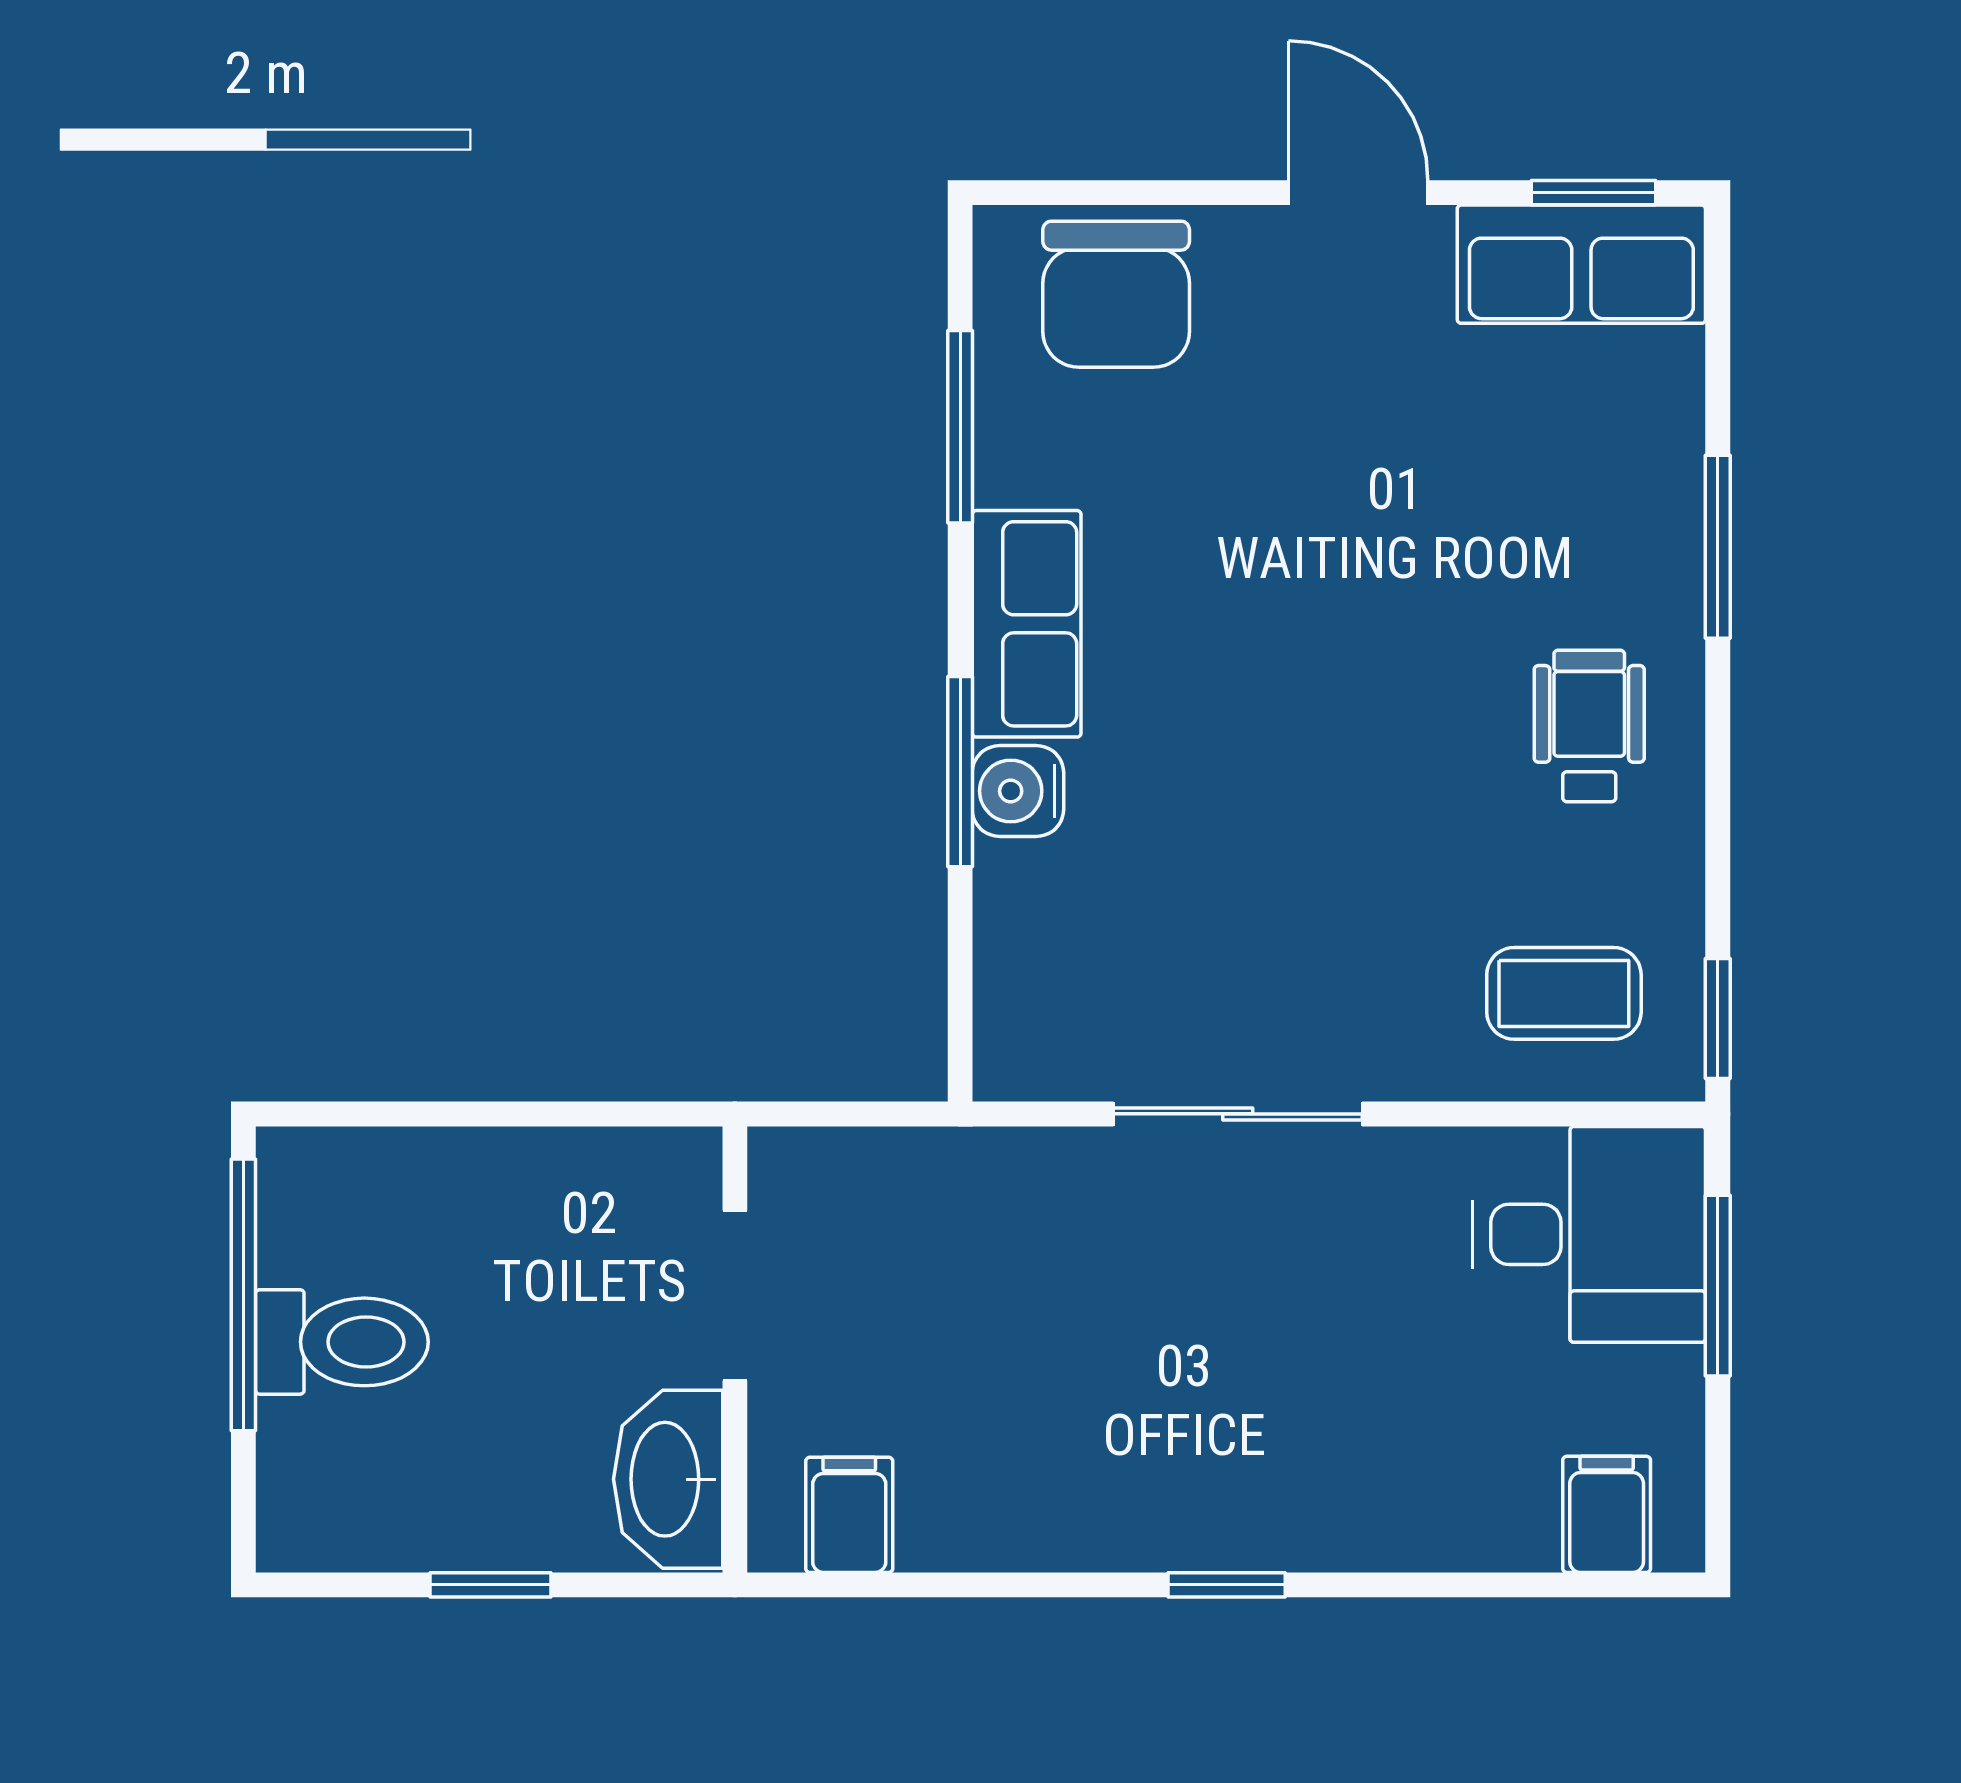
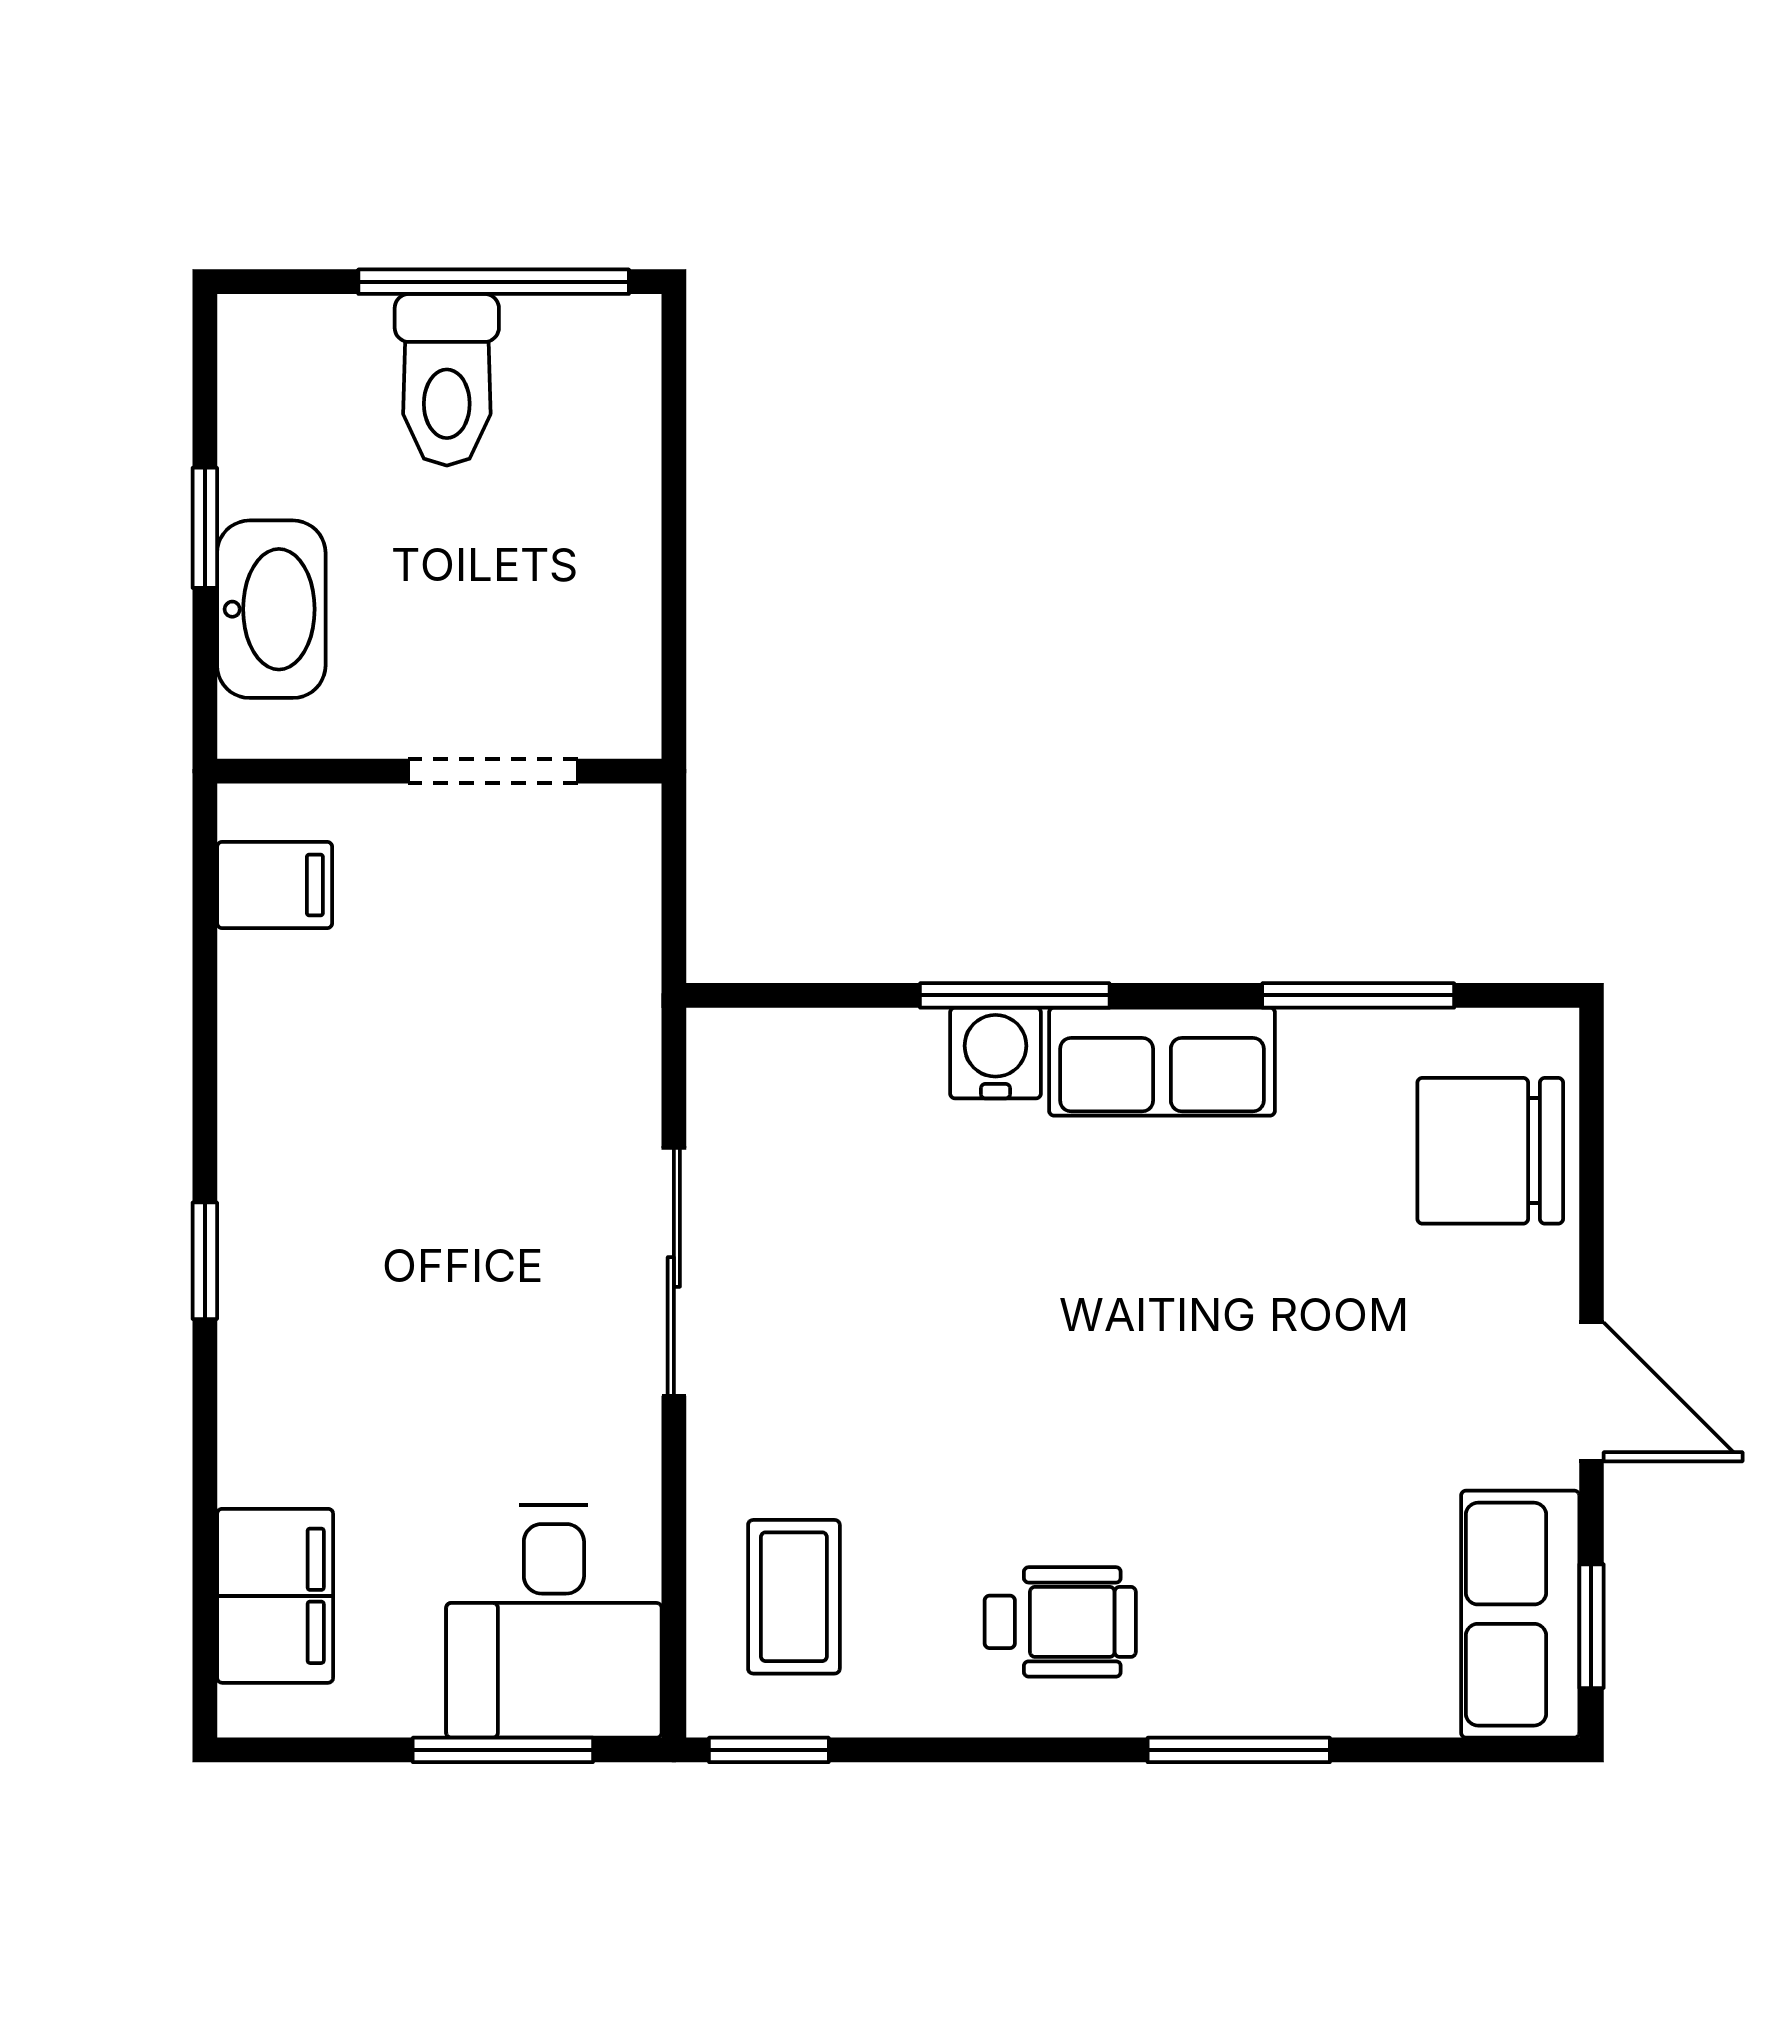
door: (1358, 193) -> (1591, 1392), hinge flipped
washbasin: (668, 1479) -> (271, 609), moved, turned 90
filing cabinet: (1607, 1514) -> (275, 1596), width x2.00

